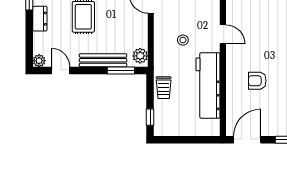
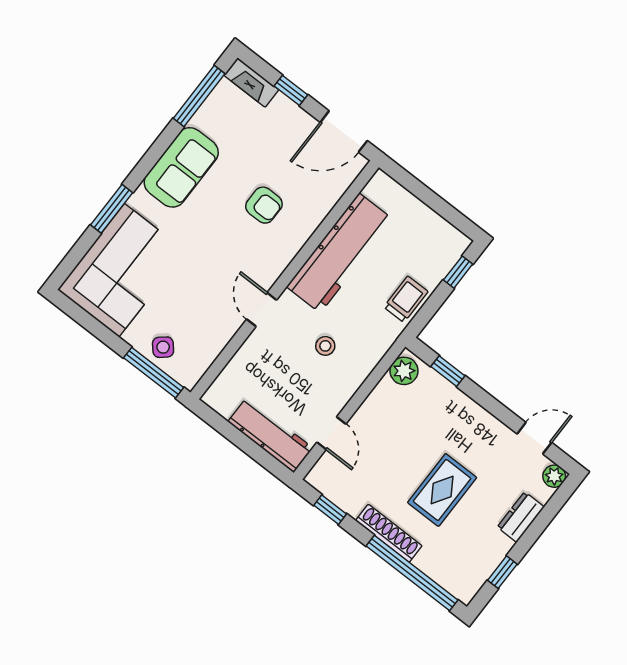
dresser: (40, 19) -> (521, 517), moved
bench: (103, 60) -> (462, 406), removed
door: (61, 71) -> (534, 438), swing flipped
window: (121, 71) -> (448, 371), width x0.67

